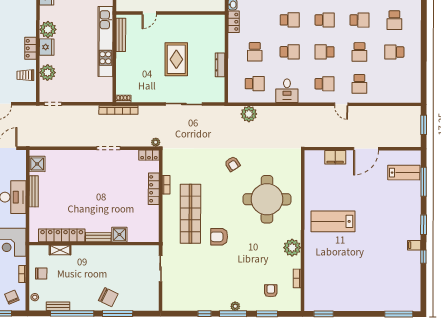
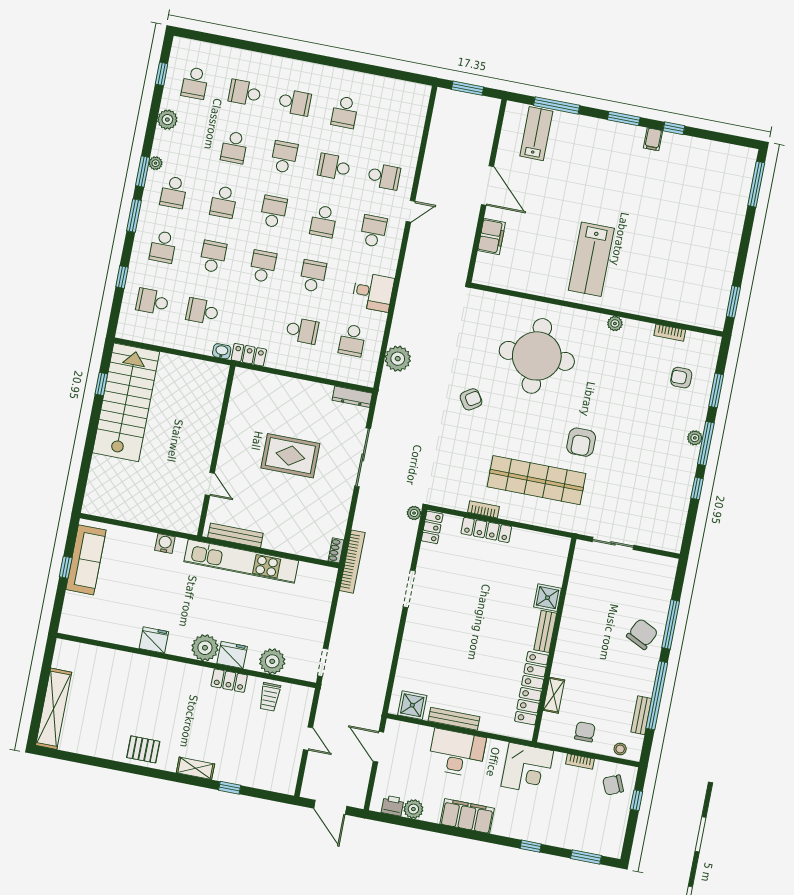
school desk: (359, 52) -> (334, 167), turned 180
dresser: (220, 65) -> (352, 397), moved
school desk: (255, 84) -> (352, 340), turned 180
plant: (292, 248) -> (615, 323), width x0.53, depth x0.53

